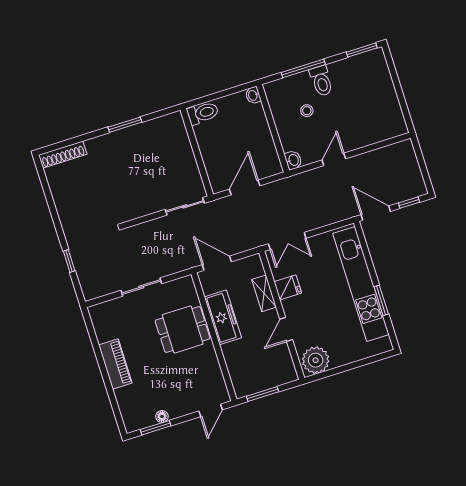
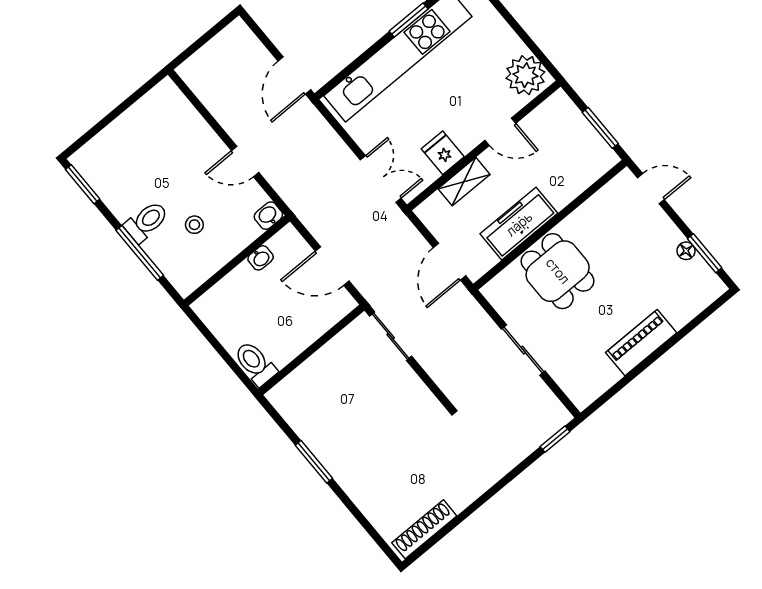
washbasin: (253, 95) -> (261, 258), moved
shoe rack: (63, 155) -> (424, 529), moved, turned -90
window: (409, 203) -> (262, 36), removed
window: (69, 261) -> (555, 439), moved

